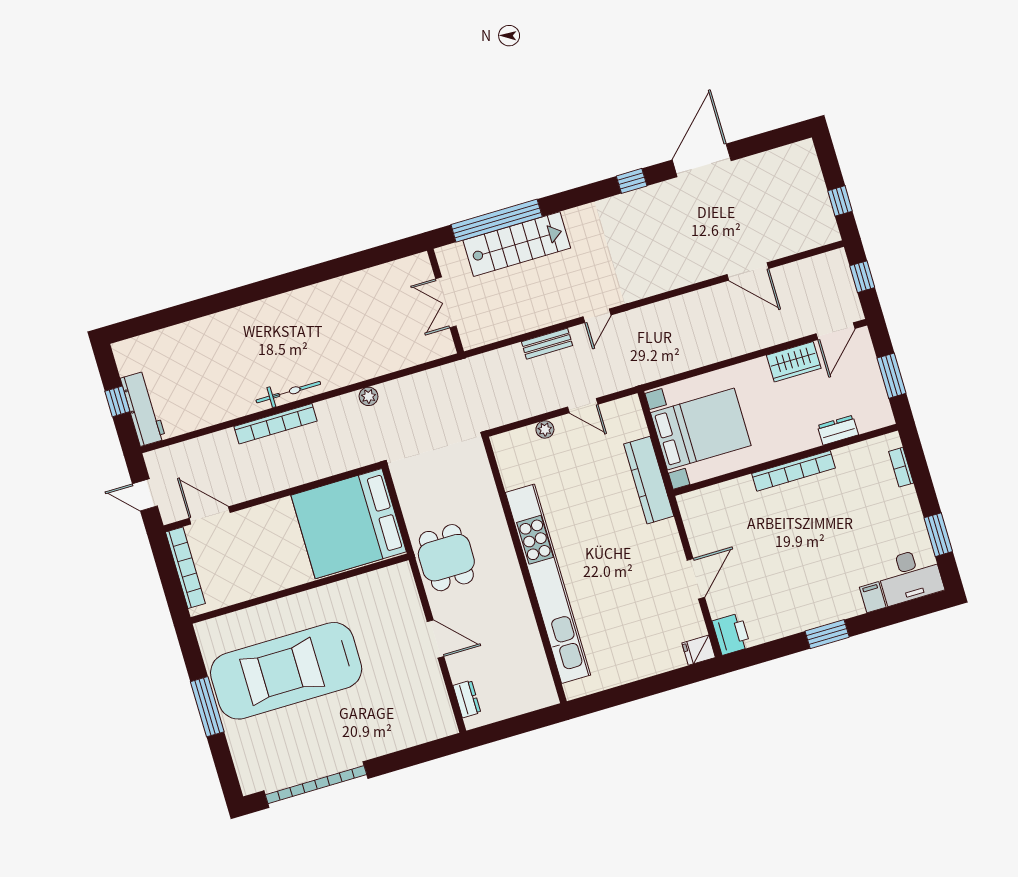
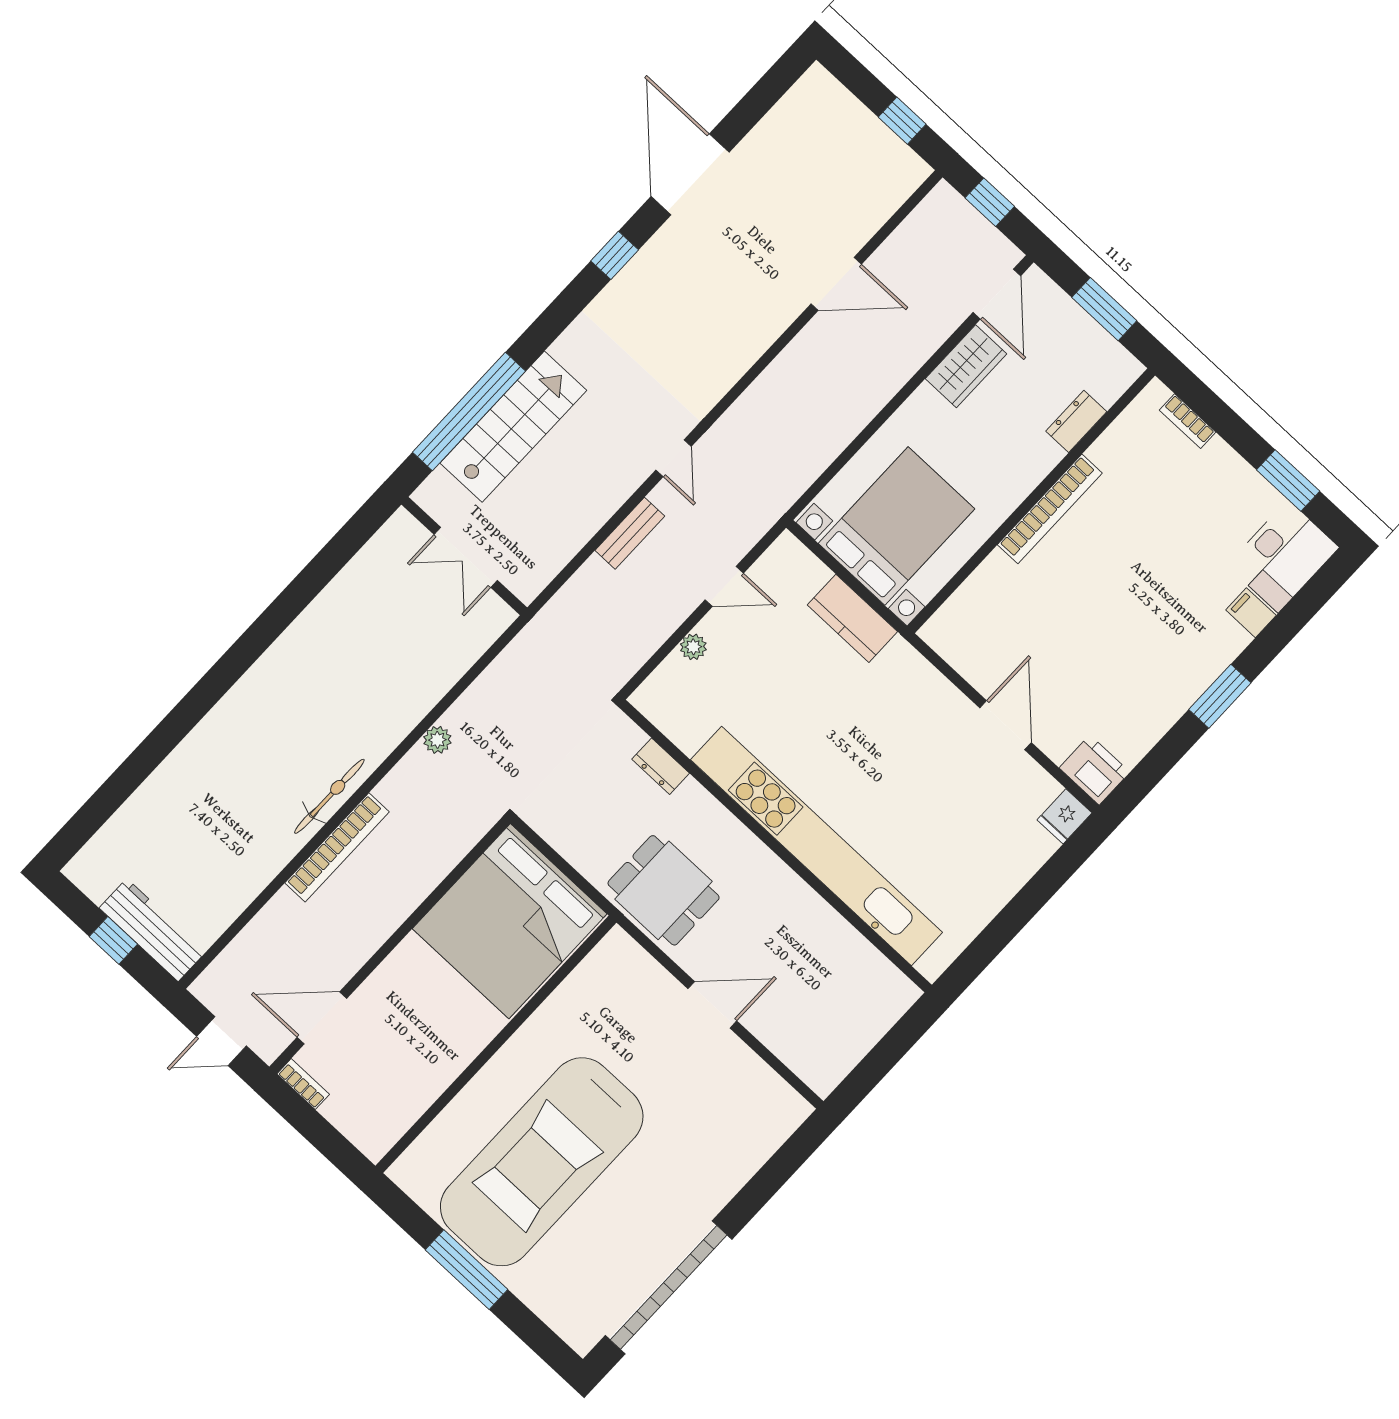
kitchen counter: (649, 480) -> (852, 618), width x0.67
bookcase: (185, 568) -> (303, 1084), width x0.43, depth x0.76
dresser: (467, 699) -> (661, 766), moved, turned 180

